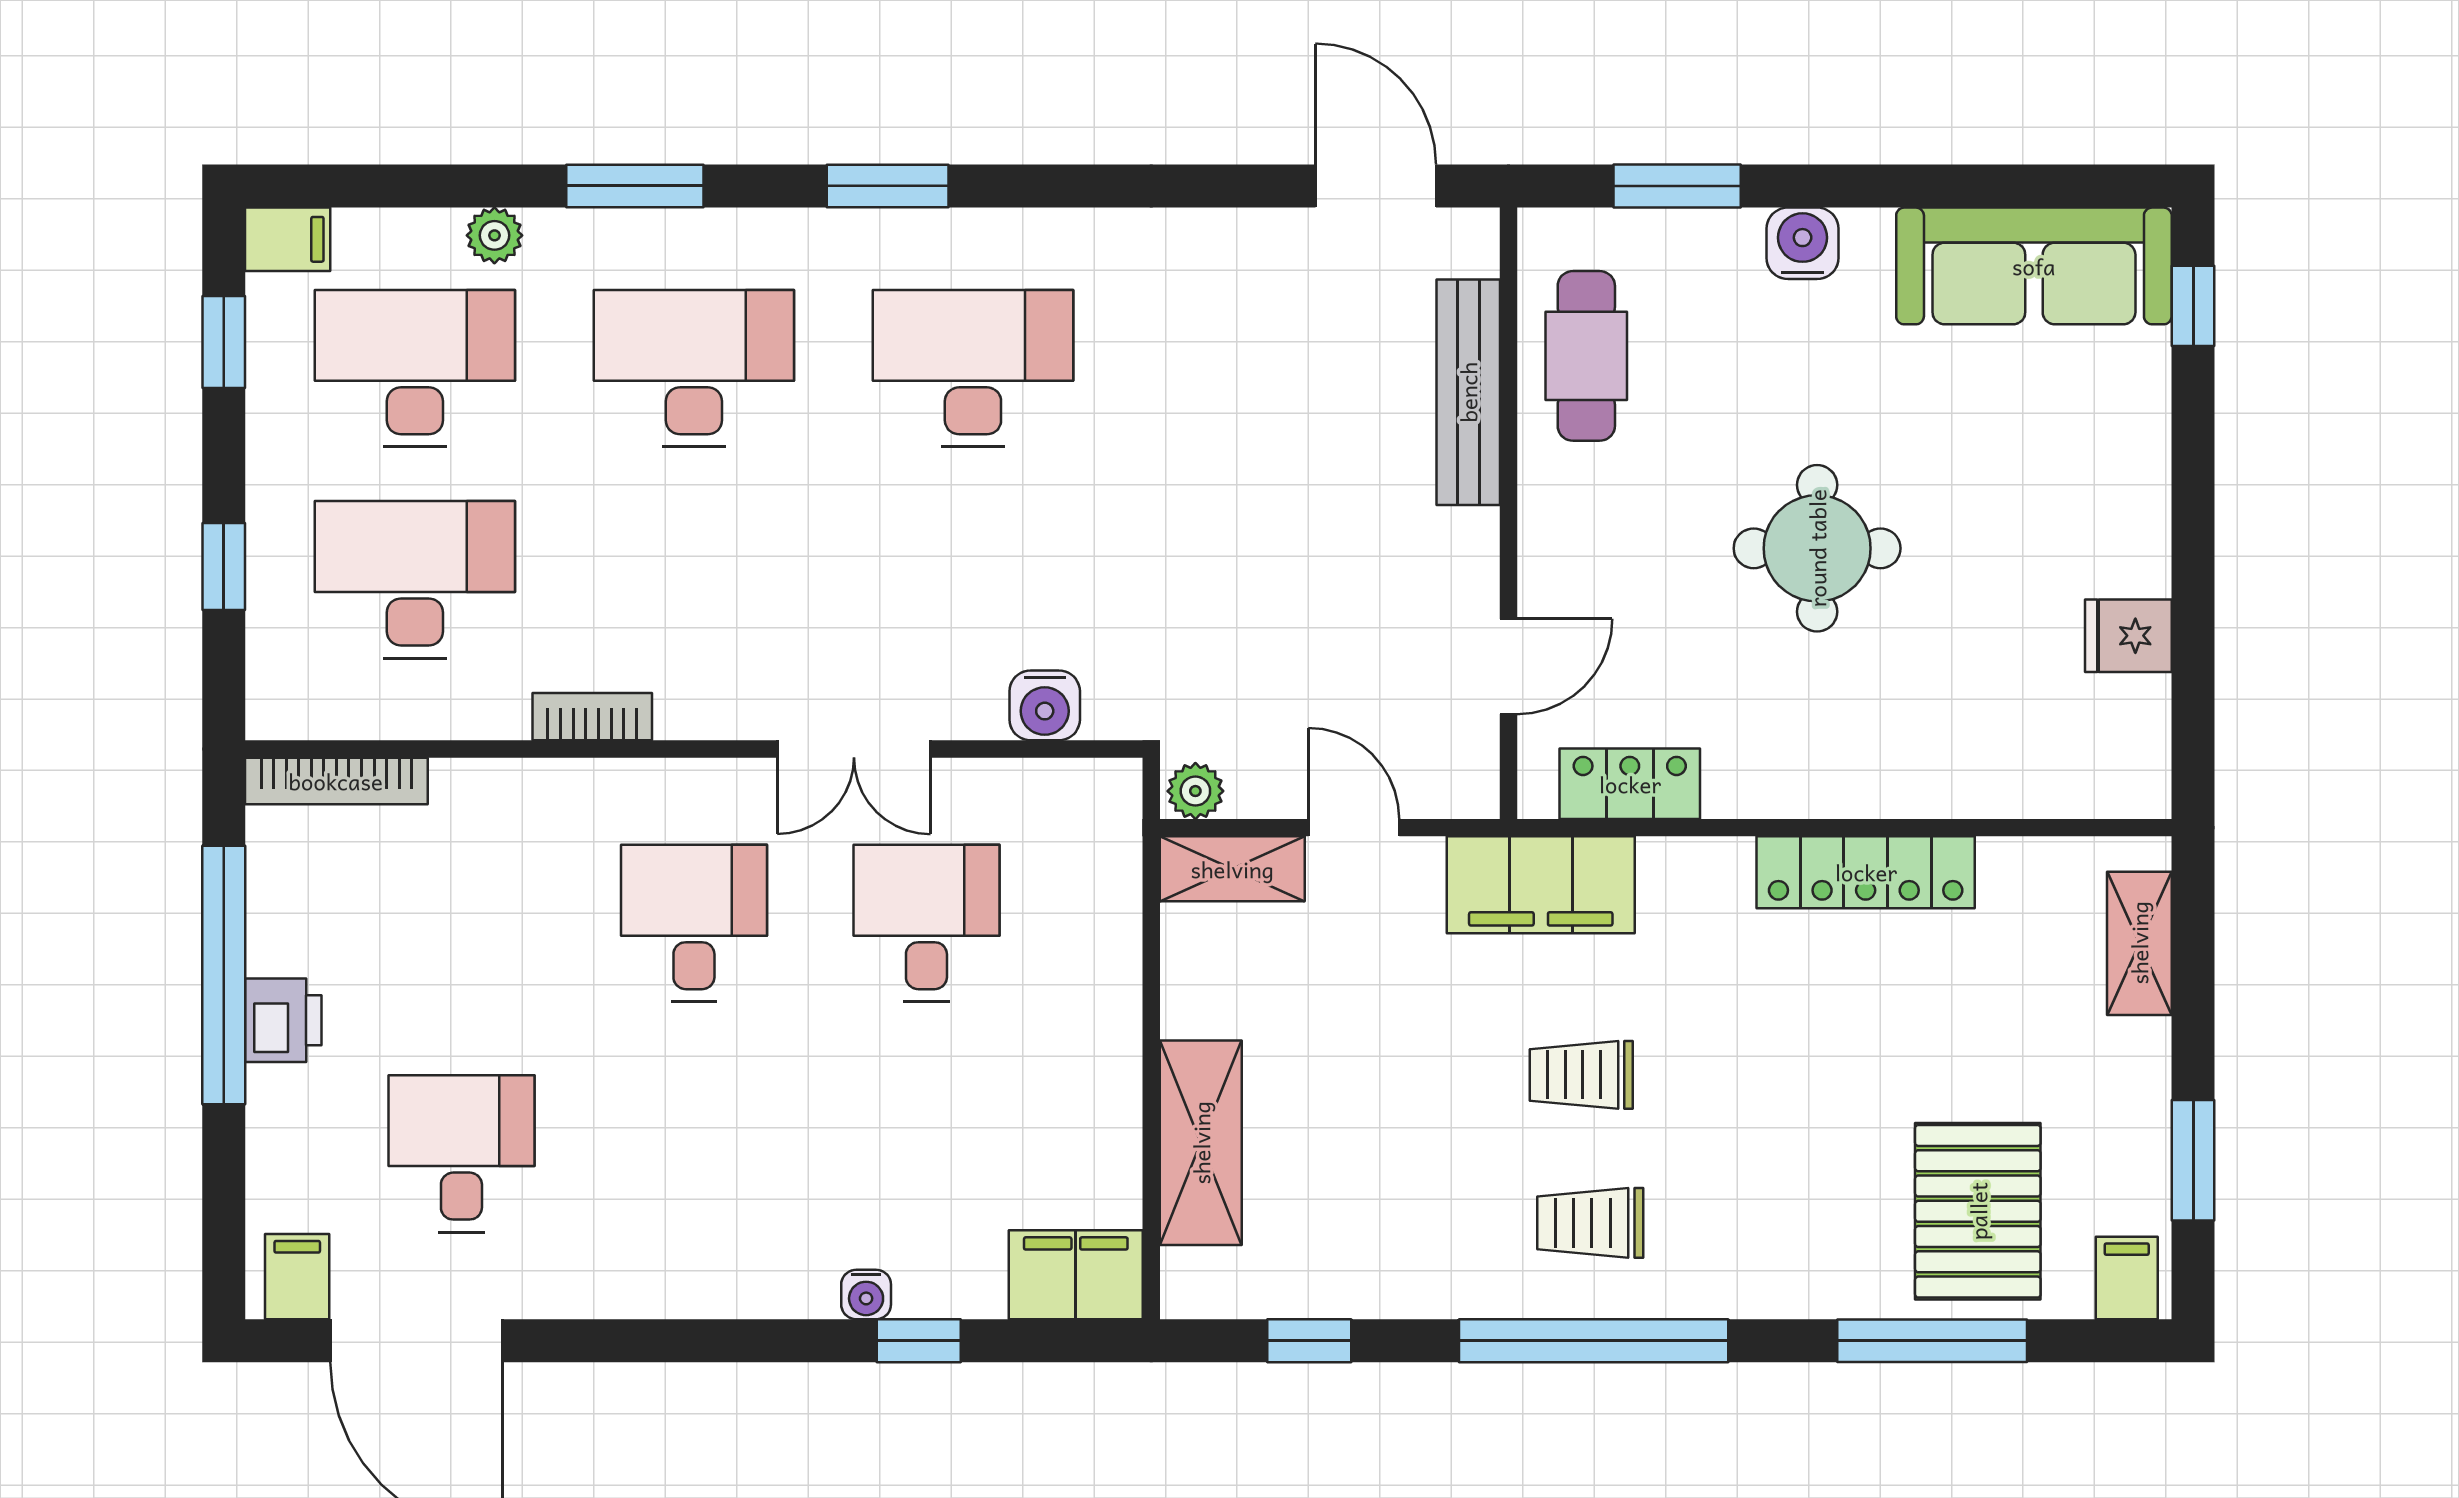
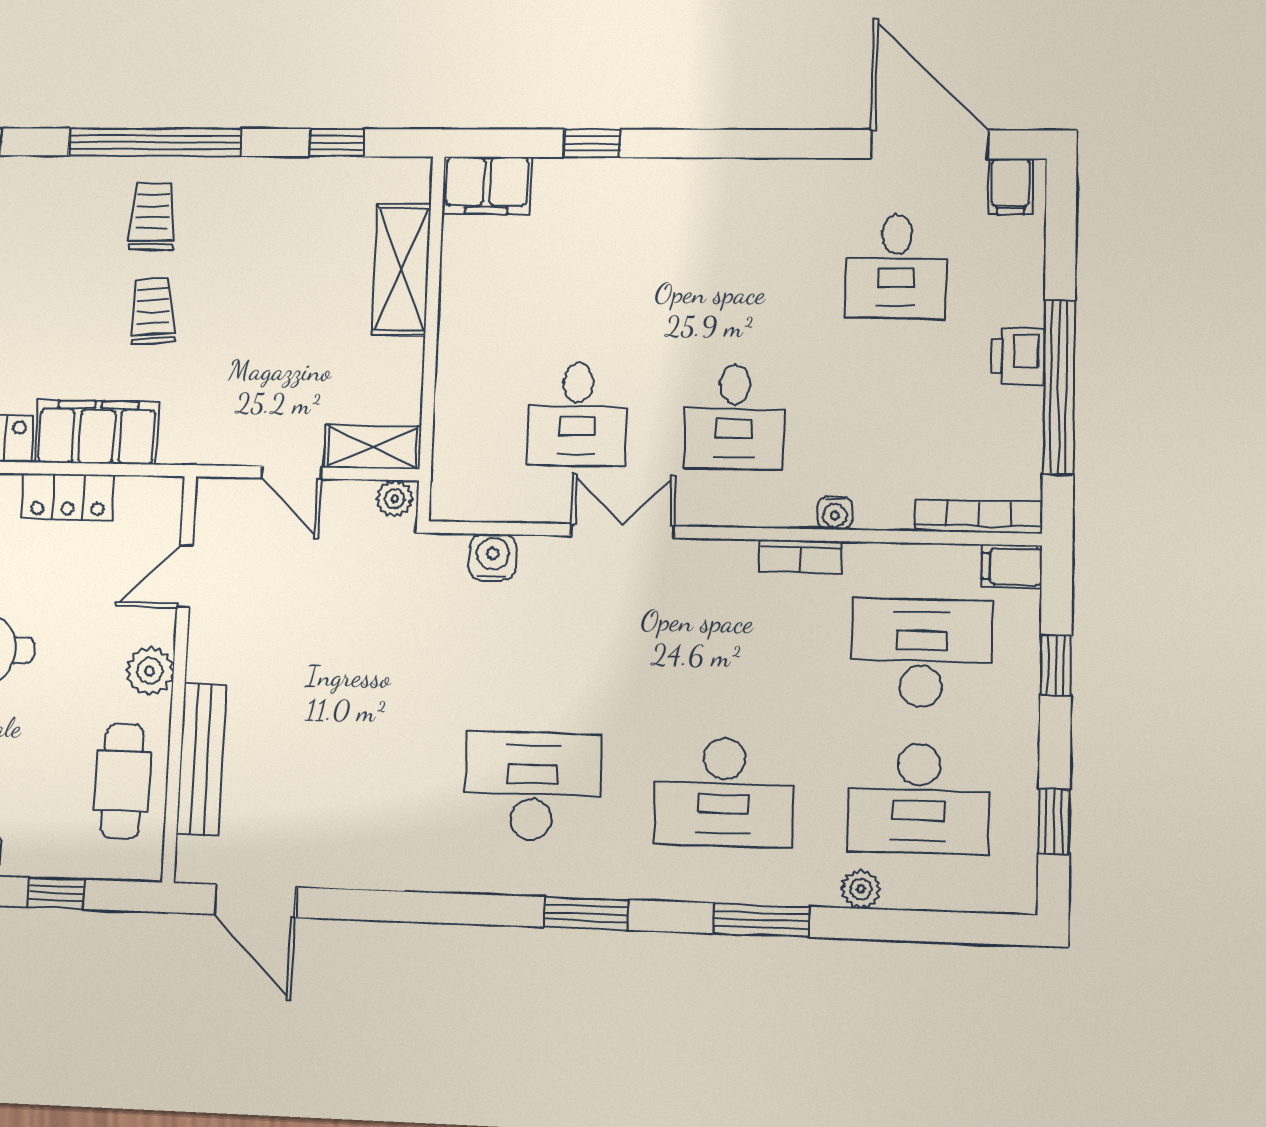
window: (1677, 186) -> (56, 893), width x0.67
filing cabinet: (288, 239) -> (1012, 566), moved
desk: (973, 368) -> (532, 786), turned 180
plant: (1554, 522) -> (150, 671), added
desk: (415, 579) -> (921, 653), turned 180
locker: (1630, 784) -> (68, 497), moved
filing cabinet: (1541, 885) -> (97, 432), moved
trolley: (1581, 1075) -> (153, 311), turned -94
trolley: (1590, 1223) -> (152, 216), turned -90
water cooler: (866, 1294) -> (835, 513), moved, turned 180

